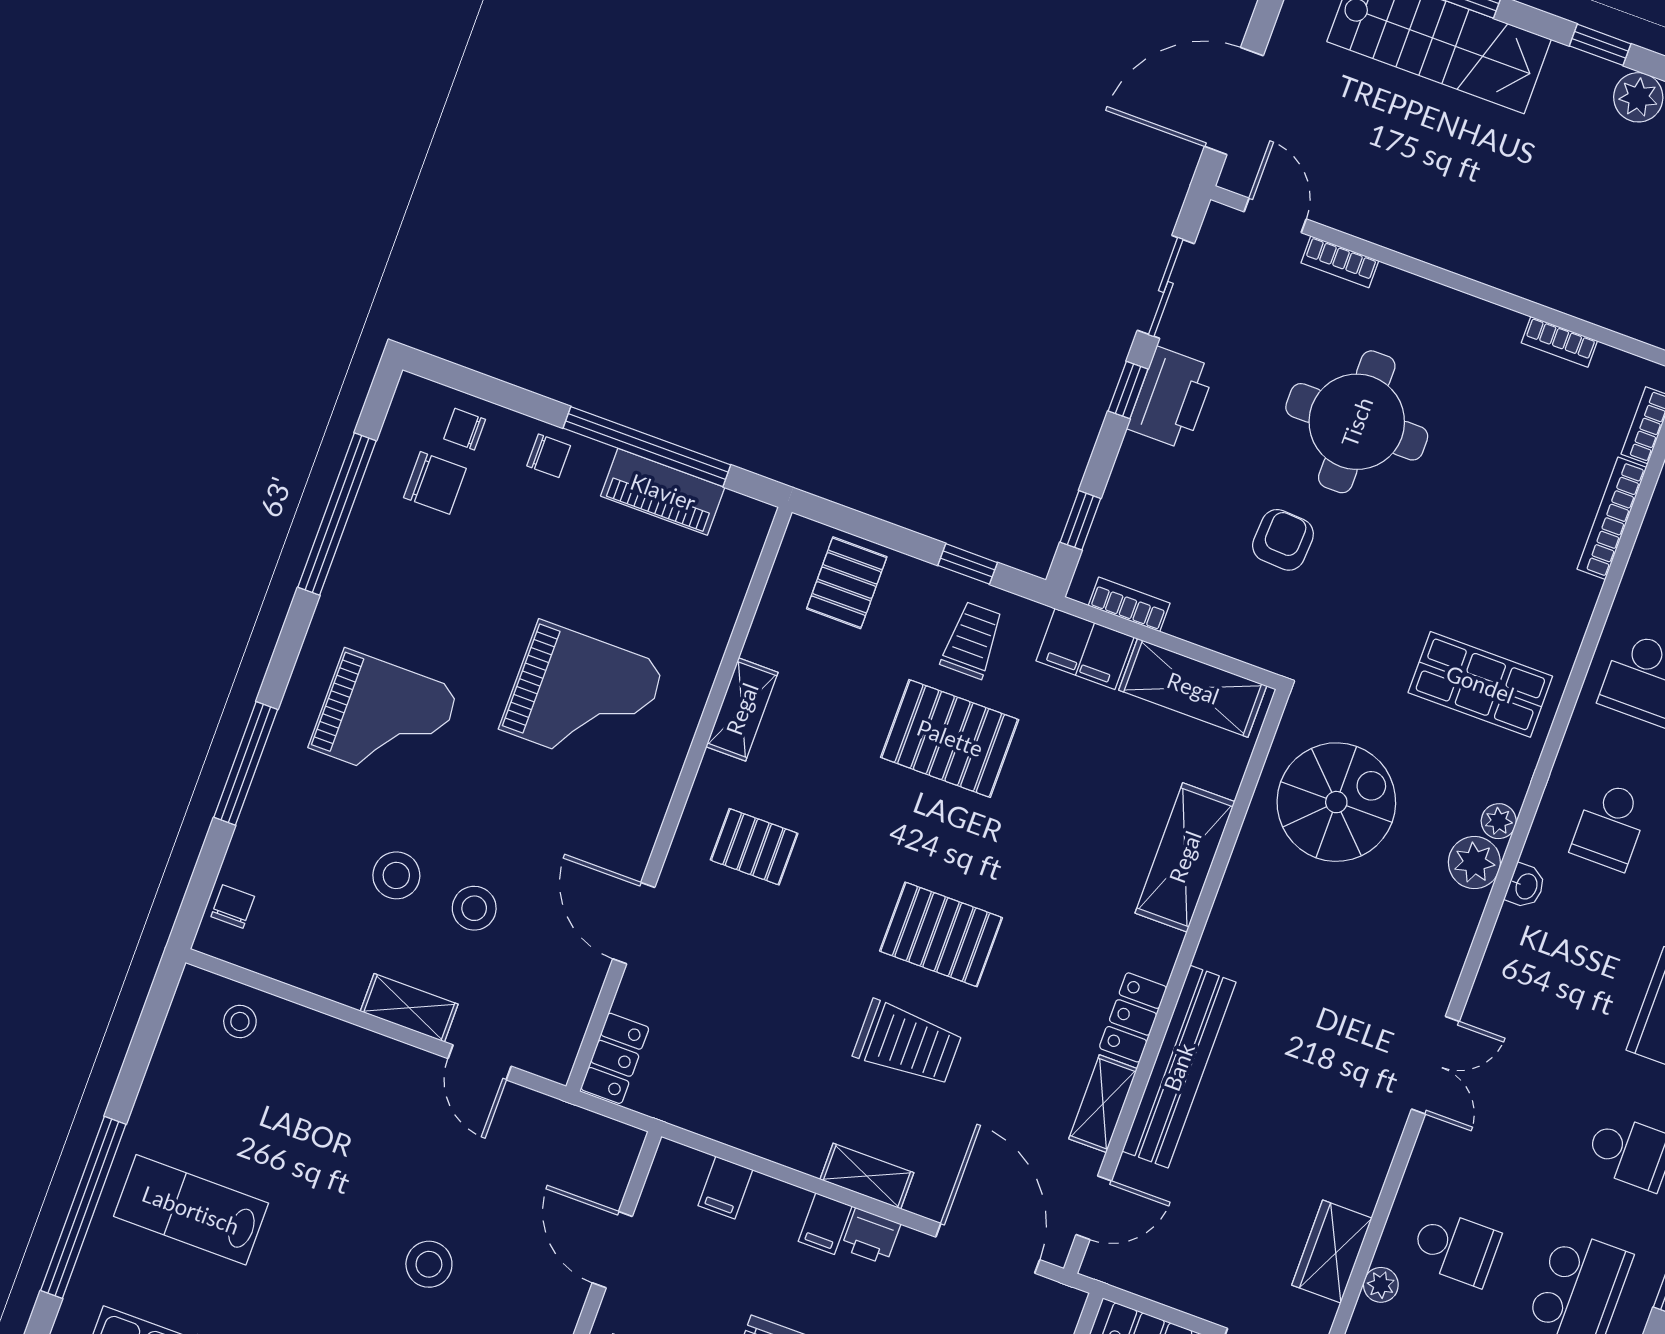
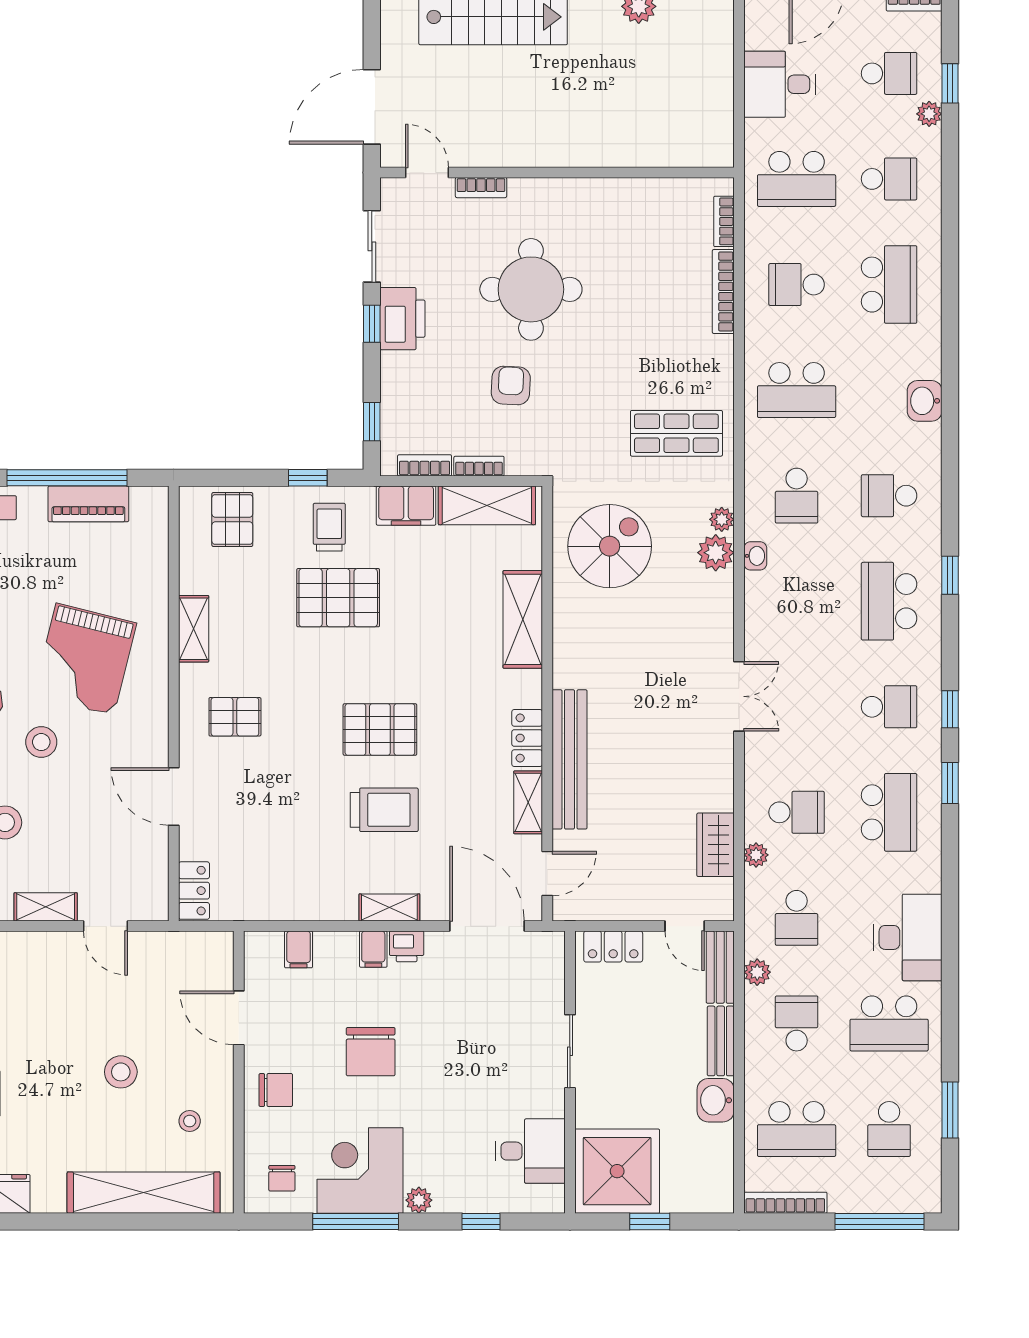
bookcase: (1559, 342) -> (479, 466), moved, turned 180
grand piano: (582, 697) -> (85, 659), turned 104
stool: (474, 908) -> (41, 742), moved

